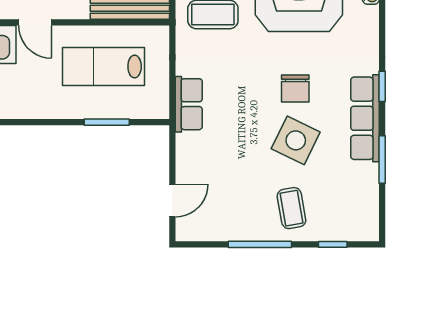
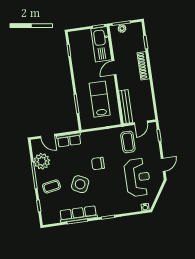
chair: (295, 89) -> (98, 164), moved
row of seats: (189, 104) -> (69, 140), moved
row of seats: (365, 118) -> (78, 214), moved
plant: (229, 222) -> (42, 161), added

